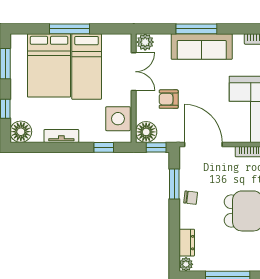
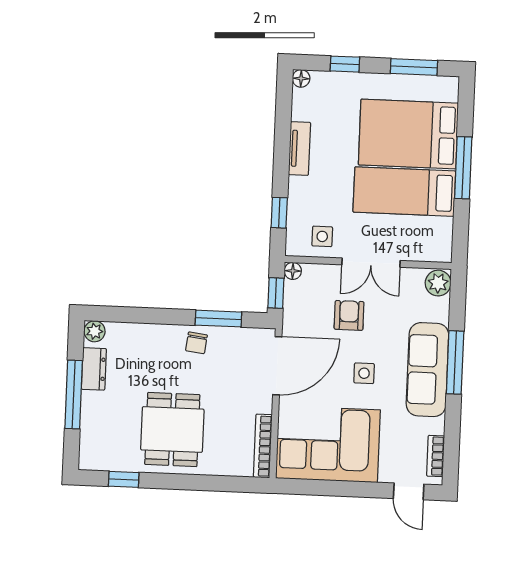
double door: (134, 72) -> (371, 263), moved
side table: (206, 88) -> (364, 373), added
side table: (118, 119) -> (322, 236), width x0.54, depth x0.54
floor lamp: (21, 132) -> (301, 78), width x0.53, depth x0.53
floor lamp: (146, 132) -> (293, 271), width x0.53, depth x0.53
dresser: (187, 243) -> (94, 369), moved, turned -90

